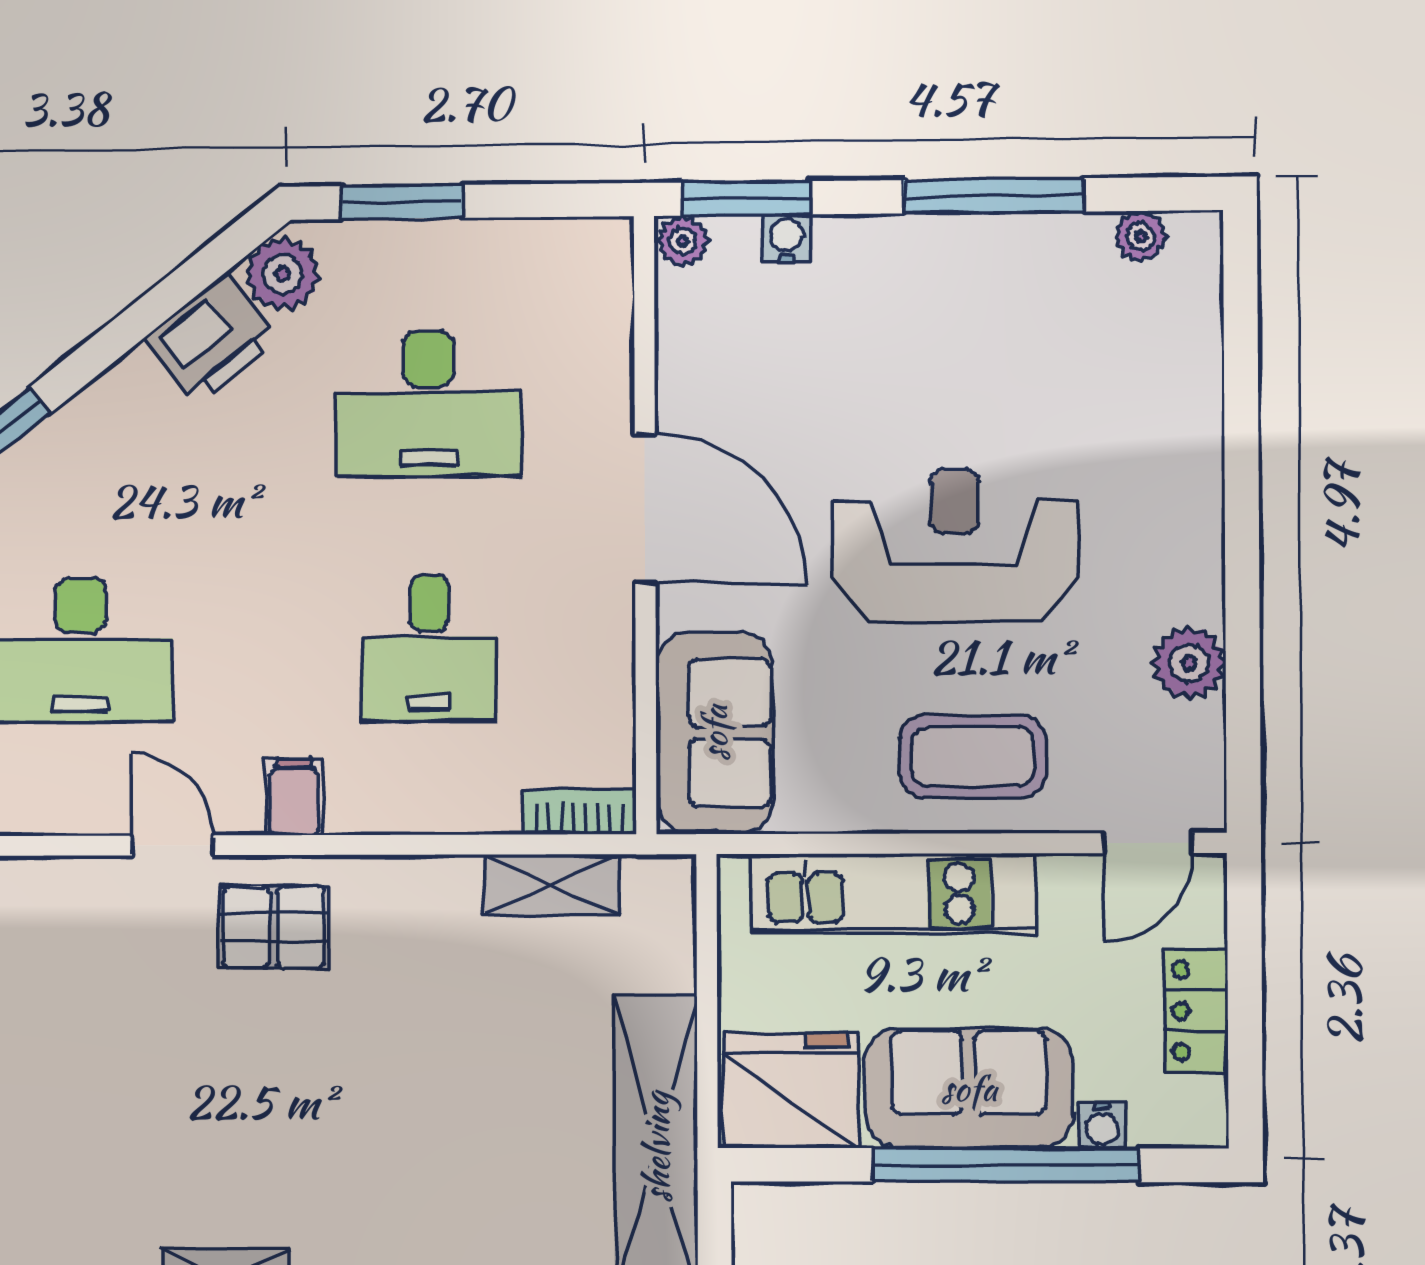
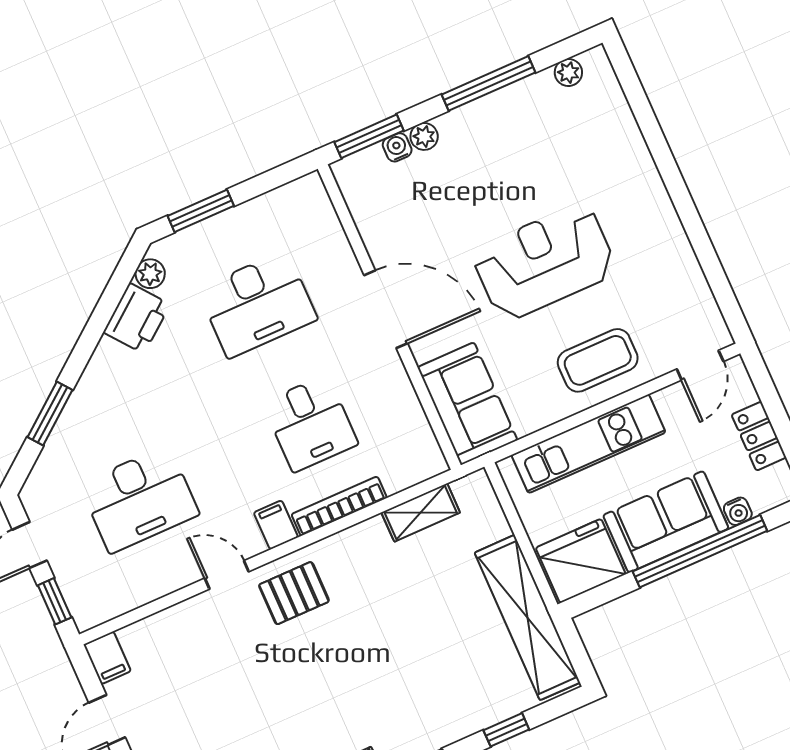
plant: (682, 241) -> (424, 136), moved
plant: (282, 274) -> (150, 274), width x0.73, depth x0.73
plant: (1189, 663) -> (682, 269), removed
bookcase: (579, 812) -> (339, 506), moved, width x1.56

